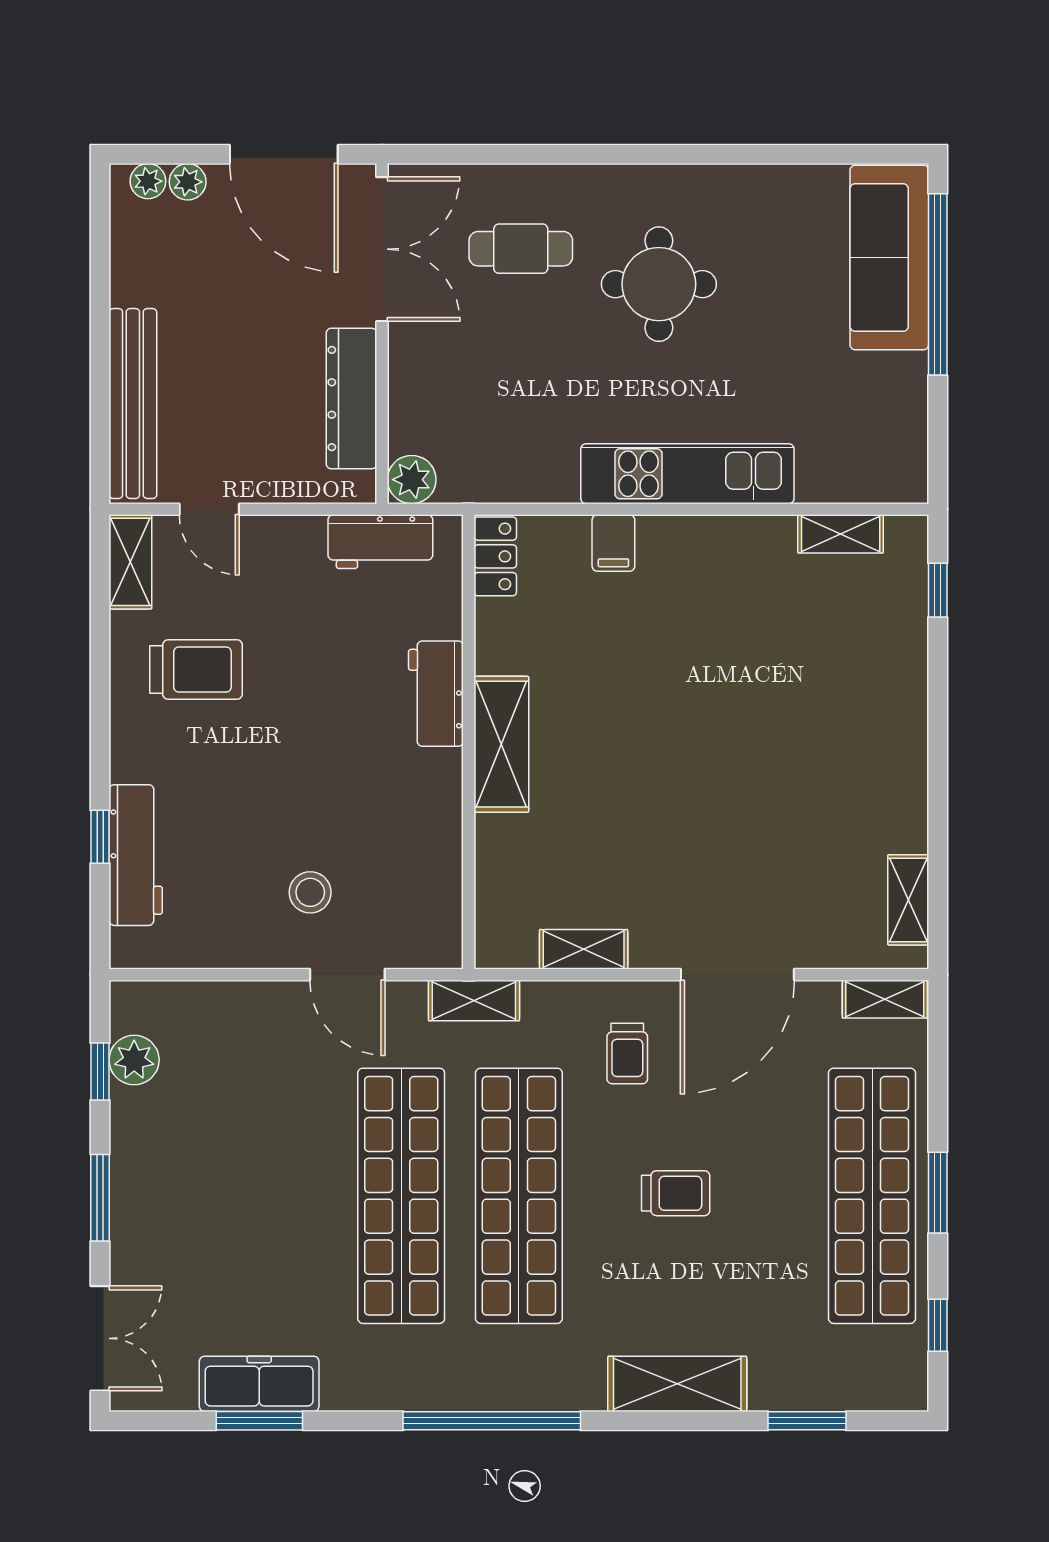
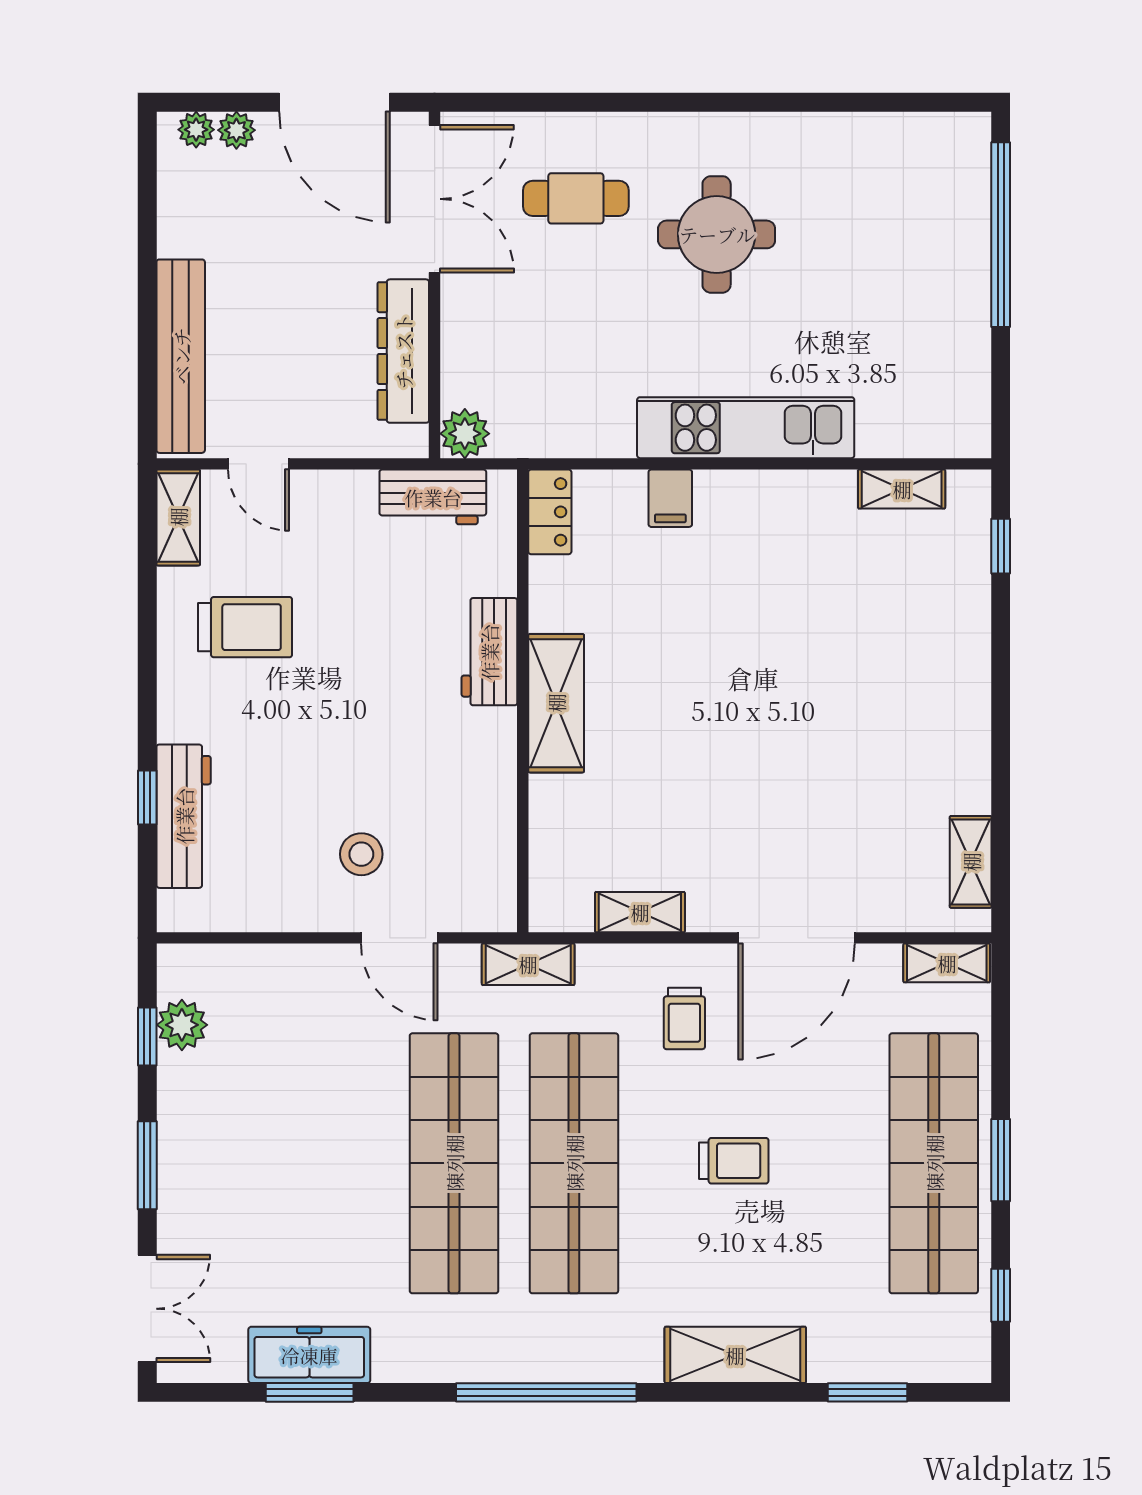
sofa: (889, 257) -> (951, 207), removed

